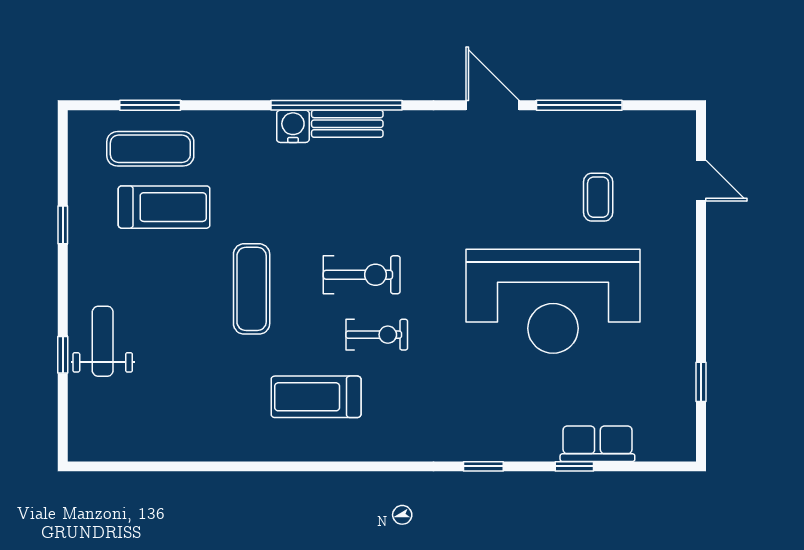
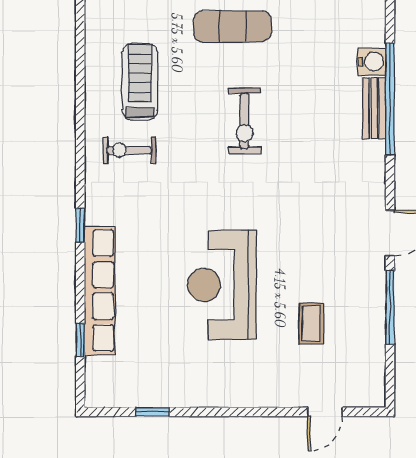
coffee table: (598, 197) -> (311, 324), turned 90
reception desk: (553, 301) -> (222, 285), width x0.74, depth x0.77
exercise bike: (377, 335) -> (129, 150), moved, turned 90
row of seats: (597, 444) -> (100, 290), width x2.02
window: (574, 466) -> (80, 340), moved

